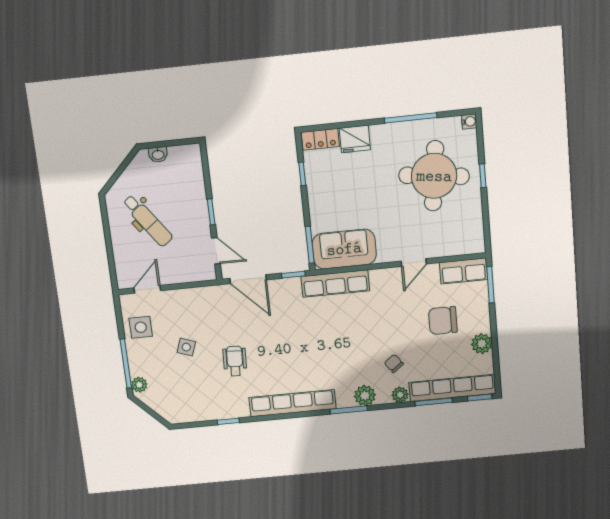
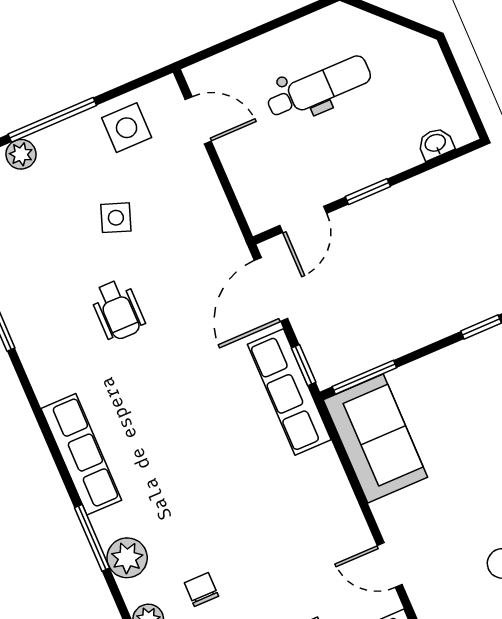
washbasin: (158, 154) -> (436, 144), moved, turned 90
dental chair: (148, 221) -> (319, 87), turned -144
row of seats: (335, 284) -> (289, 392), moved
wheelchair: (235, 361) -> (118, 310), turned 87
chair: (394, 363) -> (201, 589), turned -52
row of seats: (293, 403) -> (81, 454), width x0.73

